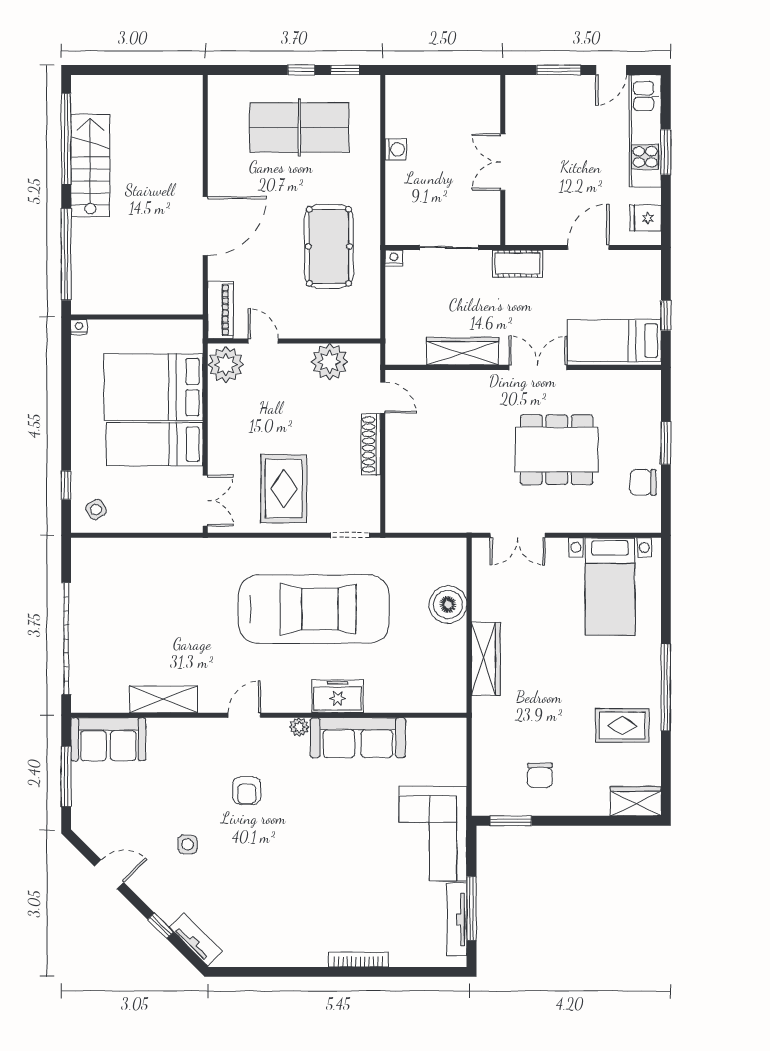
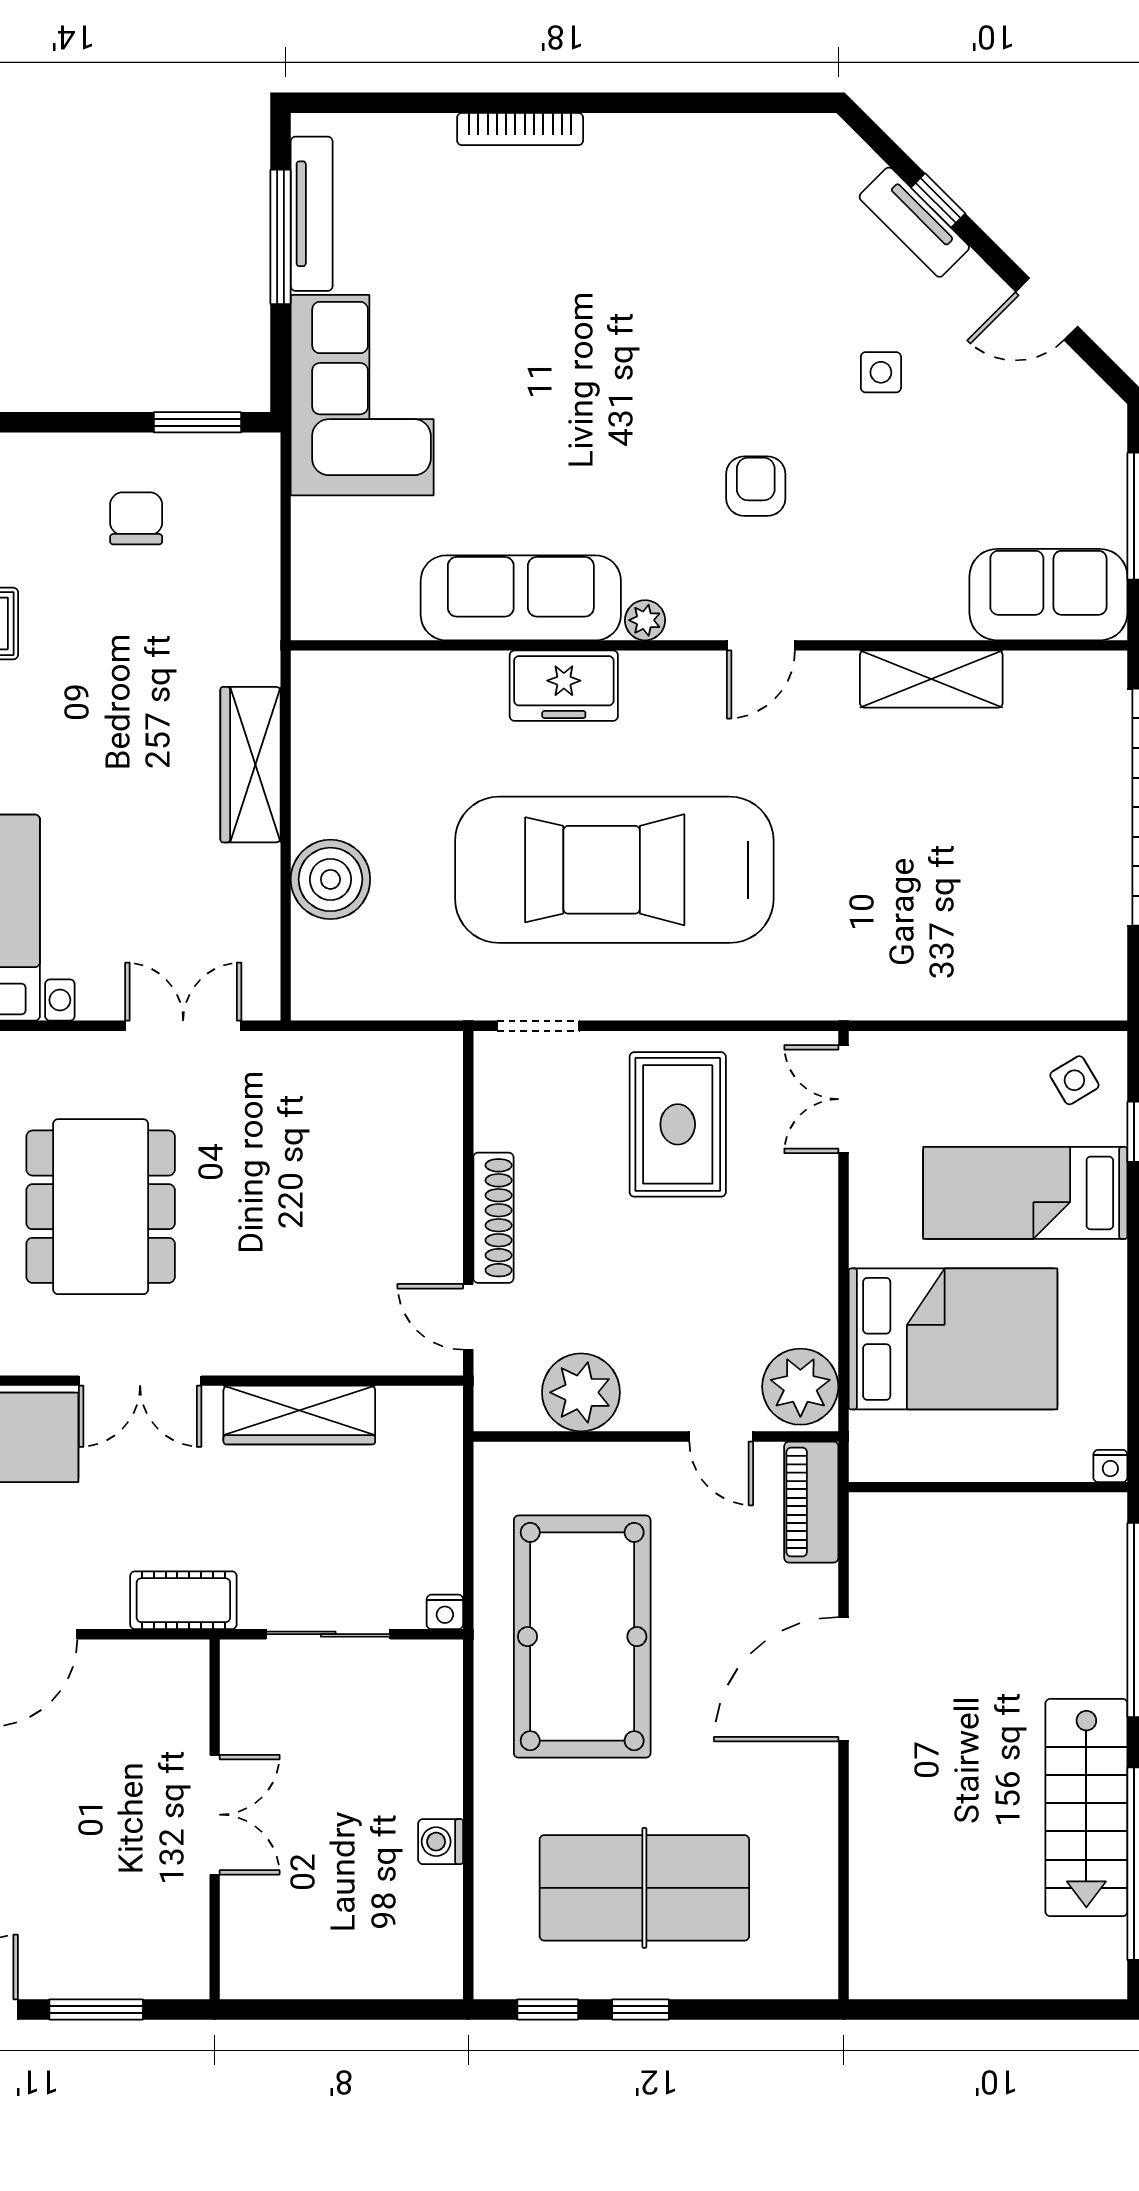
pool table: (329, 246) -> (582, 1637), width x1.36, depth x1.32
bed: (155, 444) -> (1025, 1193), moved, turned 180
dining table: (557, 450) -> (101, 1207), turned 90
tv unit: (196, 939) -> (914, 222), moved

